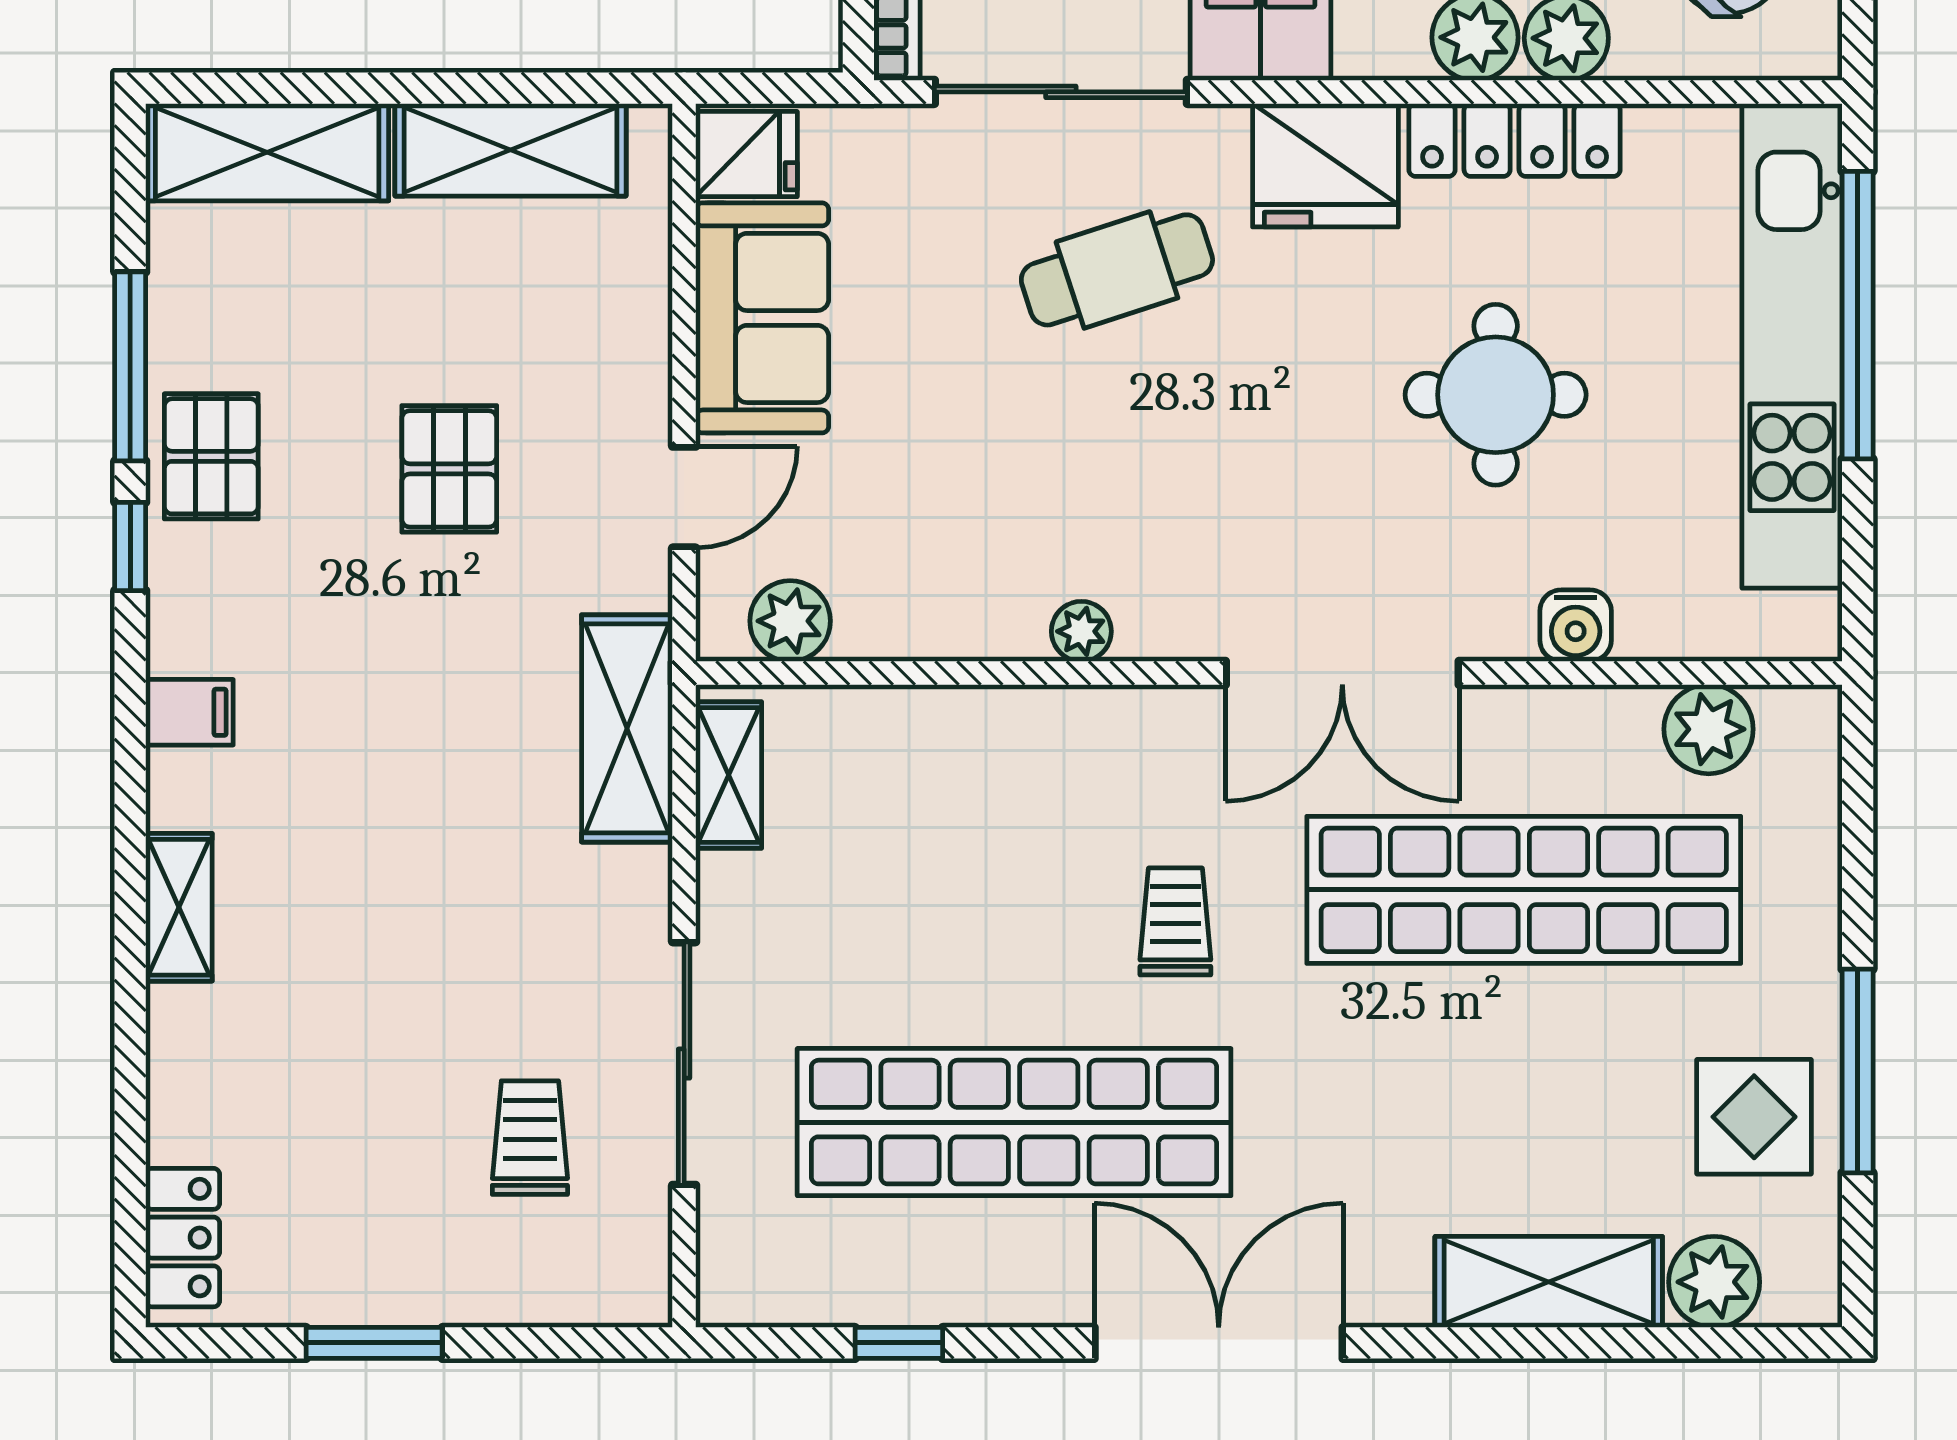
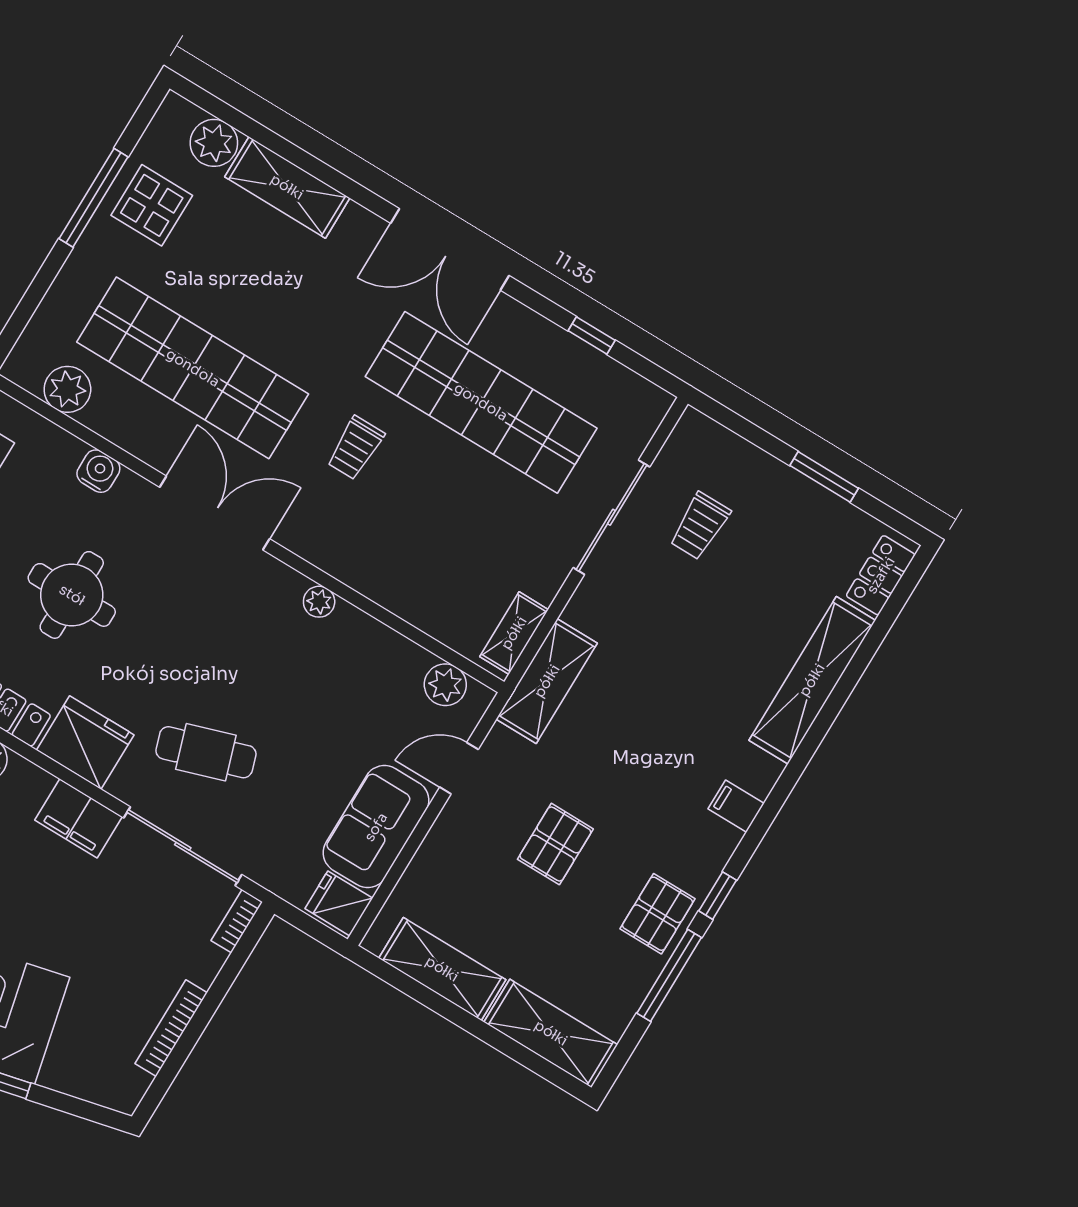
shelving: (179, 907) -> (812, 680), width x2.20, depth x1.33

